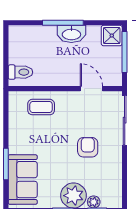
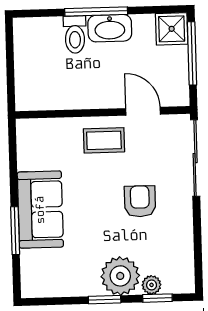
toilet: (20, 72) -> (75, 35), moved, turned 90
coffee table: (41, 107) -> (104, 140), moved
sofa: (23, 180) -> (40, 210), moved

